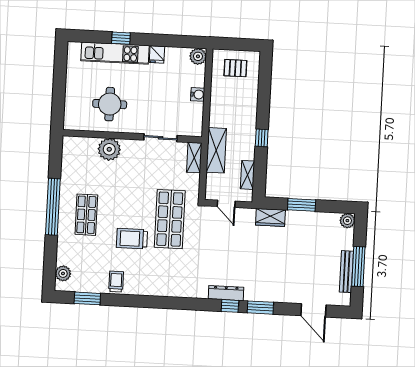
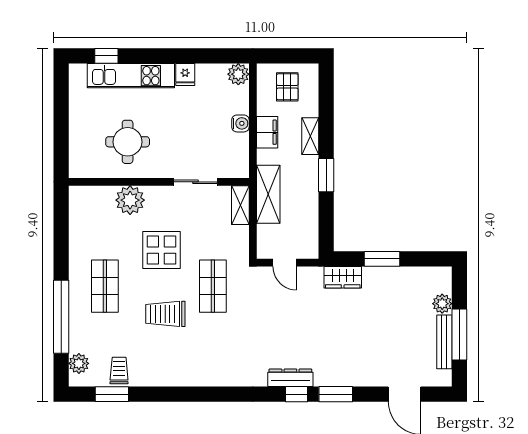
window: (121, 38) -> (106, 56), moved
pallet: (235, 68) -> (287, 87), turned 90
filing cabinet: (218, 102) -> (267, 132), added
window: (262, 138) -> (326, 175), width x1.50
shelving: (248, 175) -> (310, 136), moved
display table: (131, 189) -> (161, 250), added
window: (53, 207) -> (61, 317), moved
shop shelf: (170, 219) -> (213, 286), width x0.70, depth x0.74
plant: (347, 221) -> (442, 304), moved
trolley: (116, 282) -> (119, 370), moved

